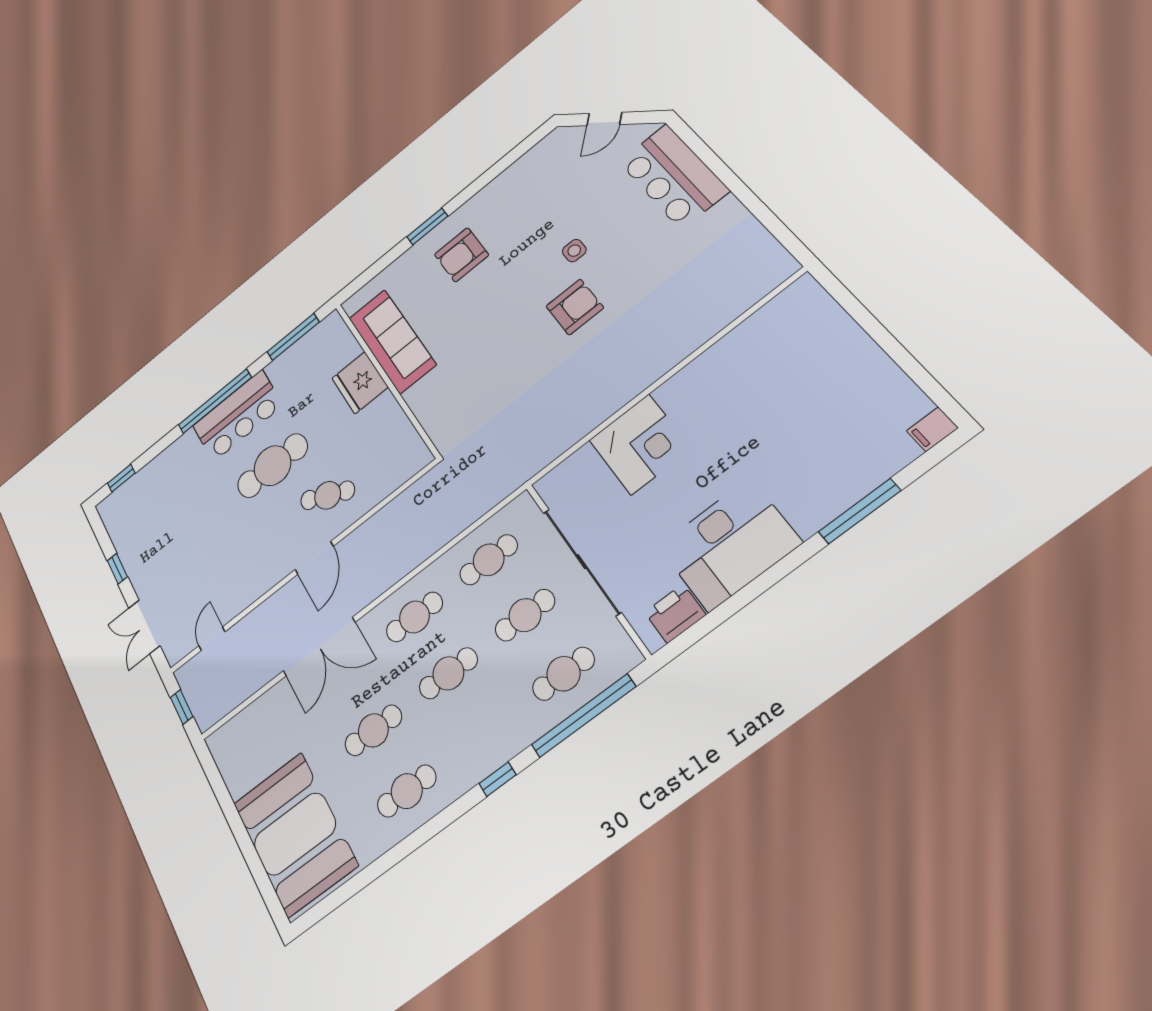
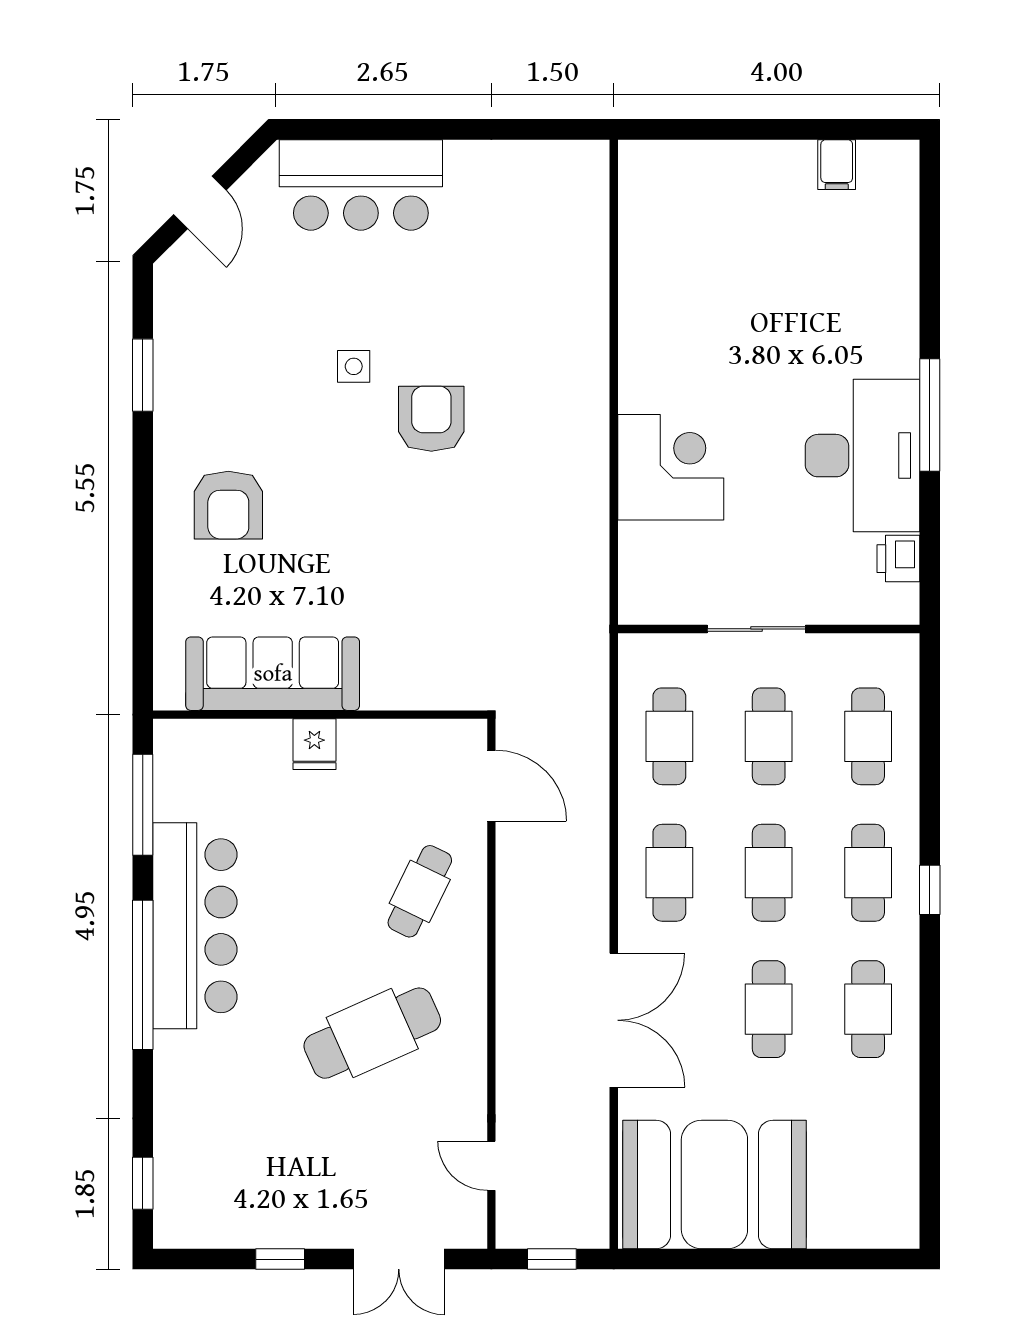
window: (427, 226) -> (143, 375), moved
fridge: (360, 383) -> (314, 744), width x0.53, depth x0.75
bar counter: (238, 416) -> (195, 926), width x1.36
filing cabinet: (932, 429) -> (837, 165), moved
cafe table: (272, 466) -> (372, 1033), moved, turned 66
window: (859, 511) -> (930, 415), moved
door: (314, 558) -> (491, 786), moved
sliding door: (582, 562) -> (756, 629), width x0.54
printer: (675, 613) -> (898, 559), width x0.73, depth x0.81
window: (583, 716) -> (930, 745), removed
cafe table: (484, 733) -> (868, 873), added
booth: (295, 834) -> (714, 1185), moved

